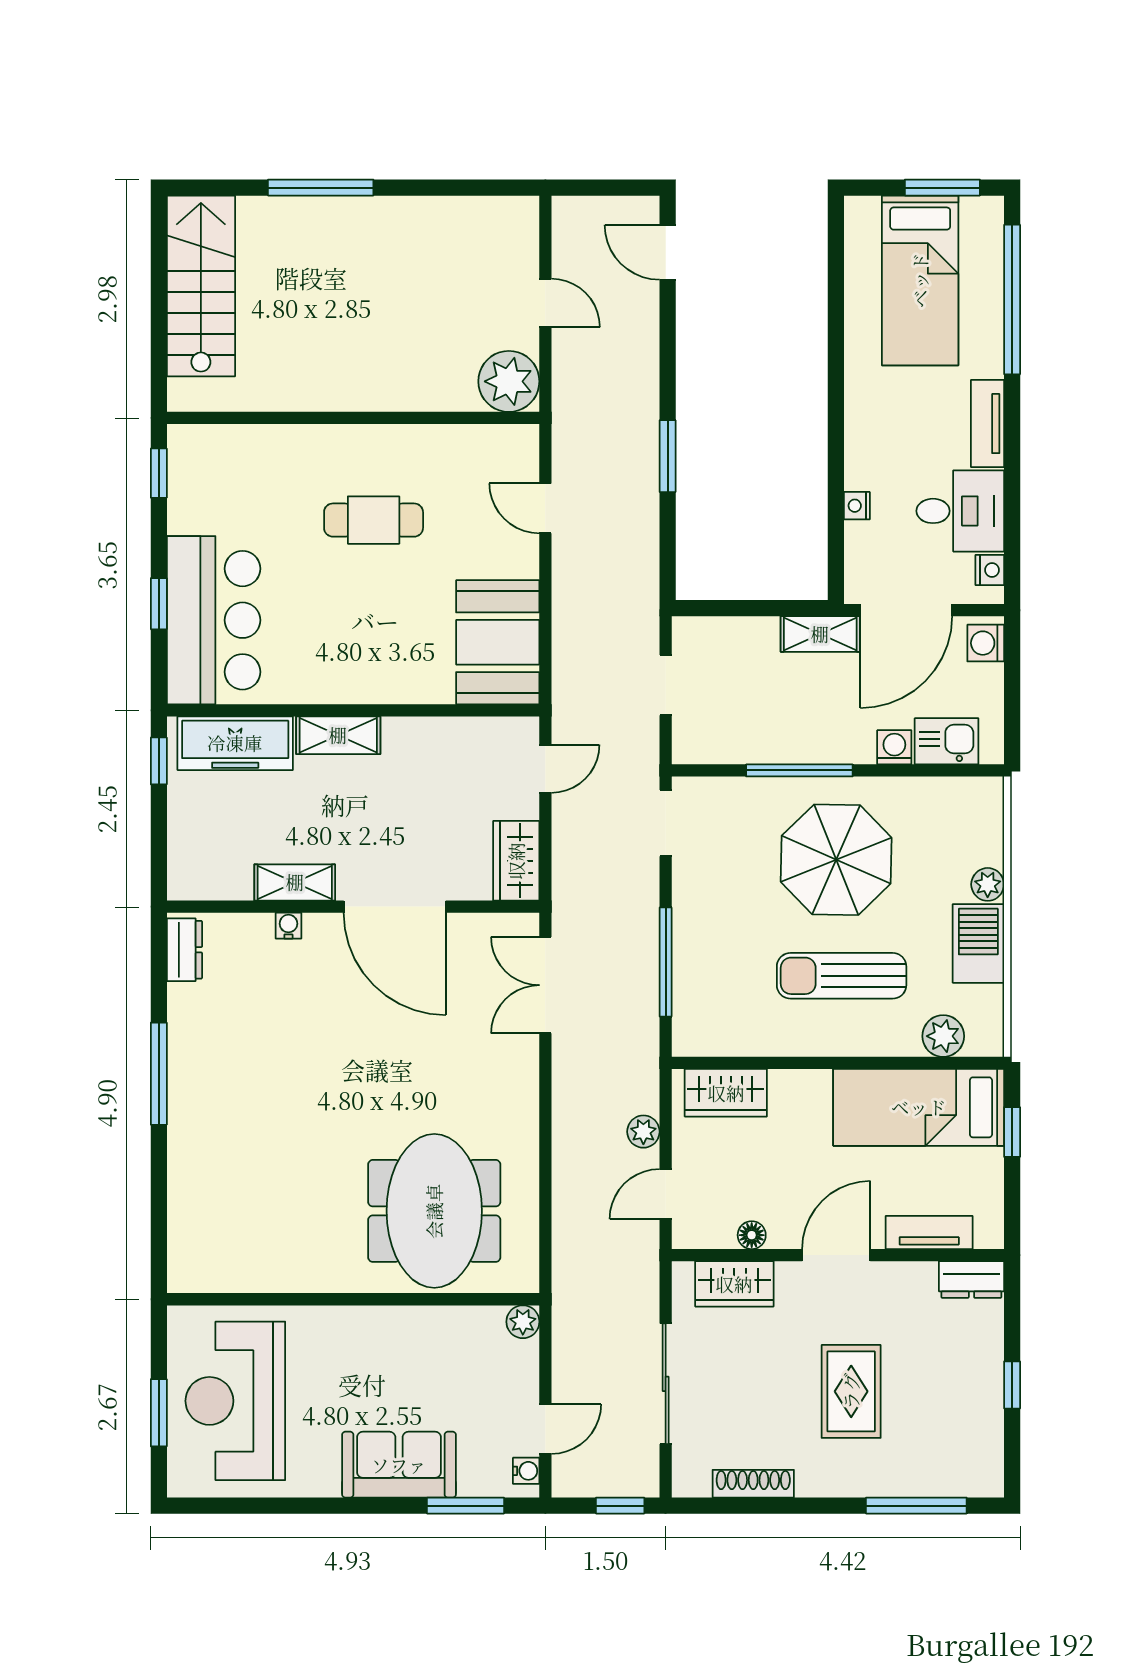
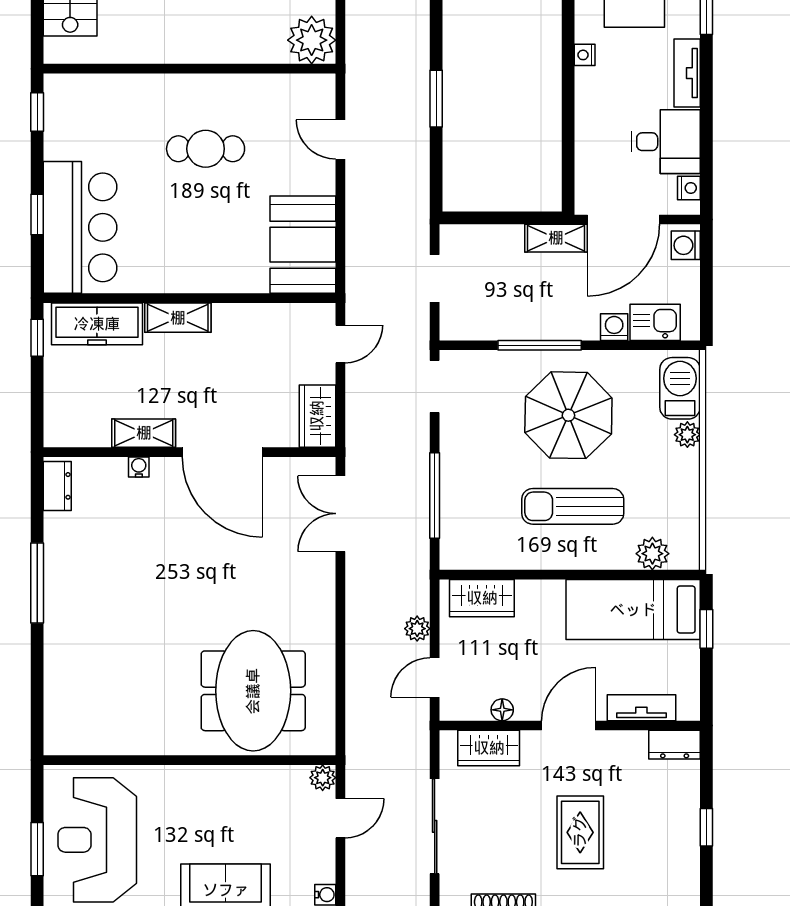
nightstand: (857, 506) -> (585, 55), moved
barbecue: (978, 943) -> (680, 388), moved
door: (545, 1429) -> (340, 818), moved

